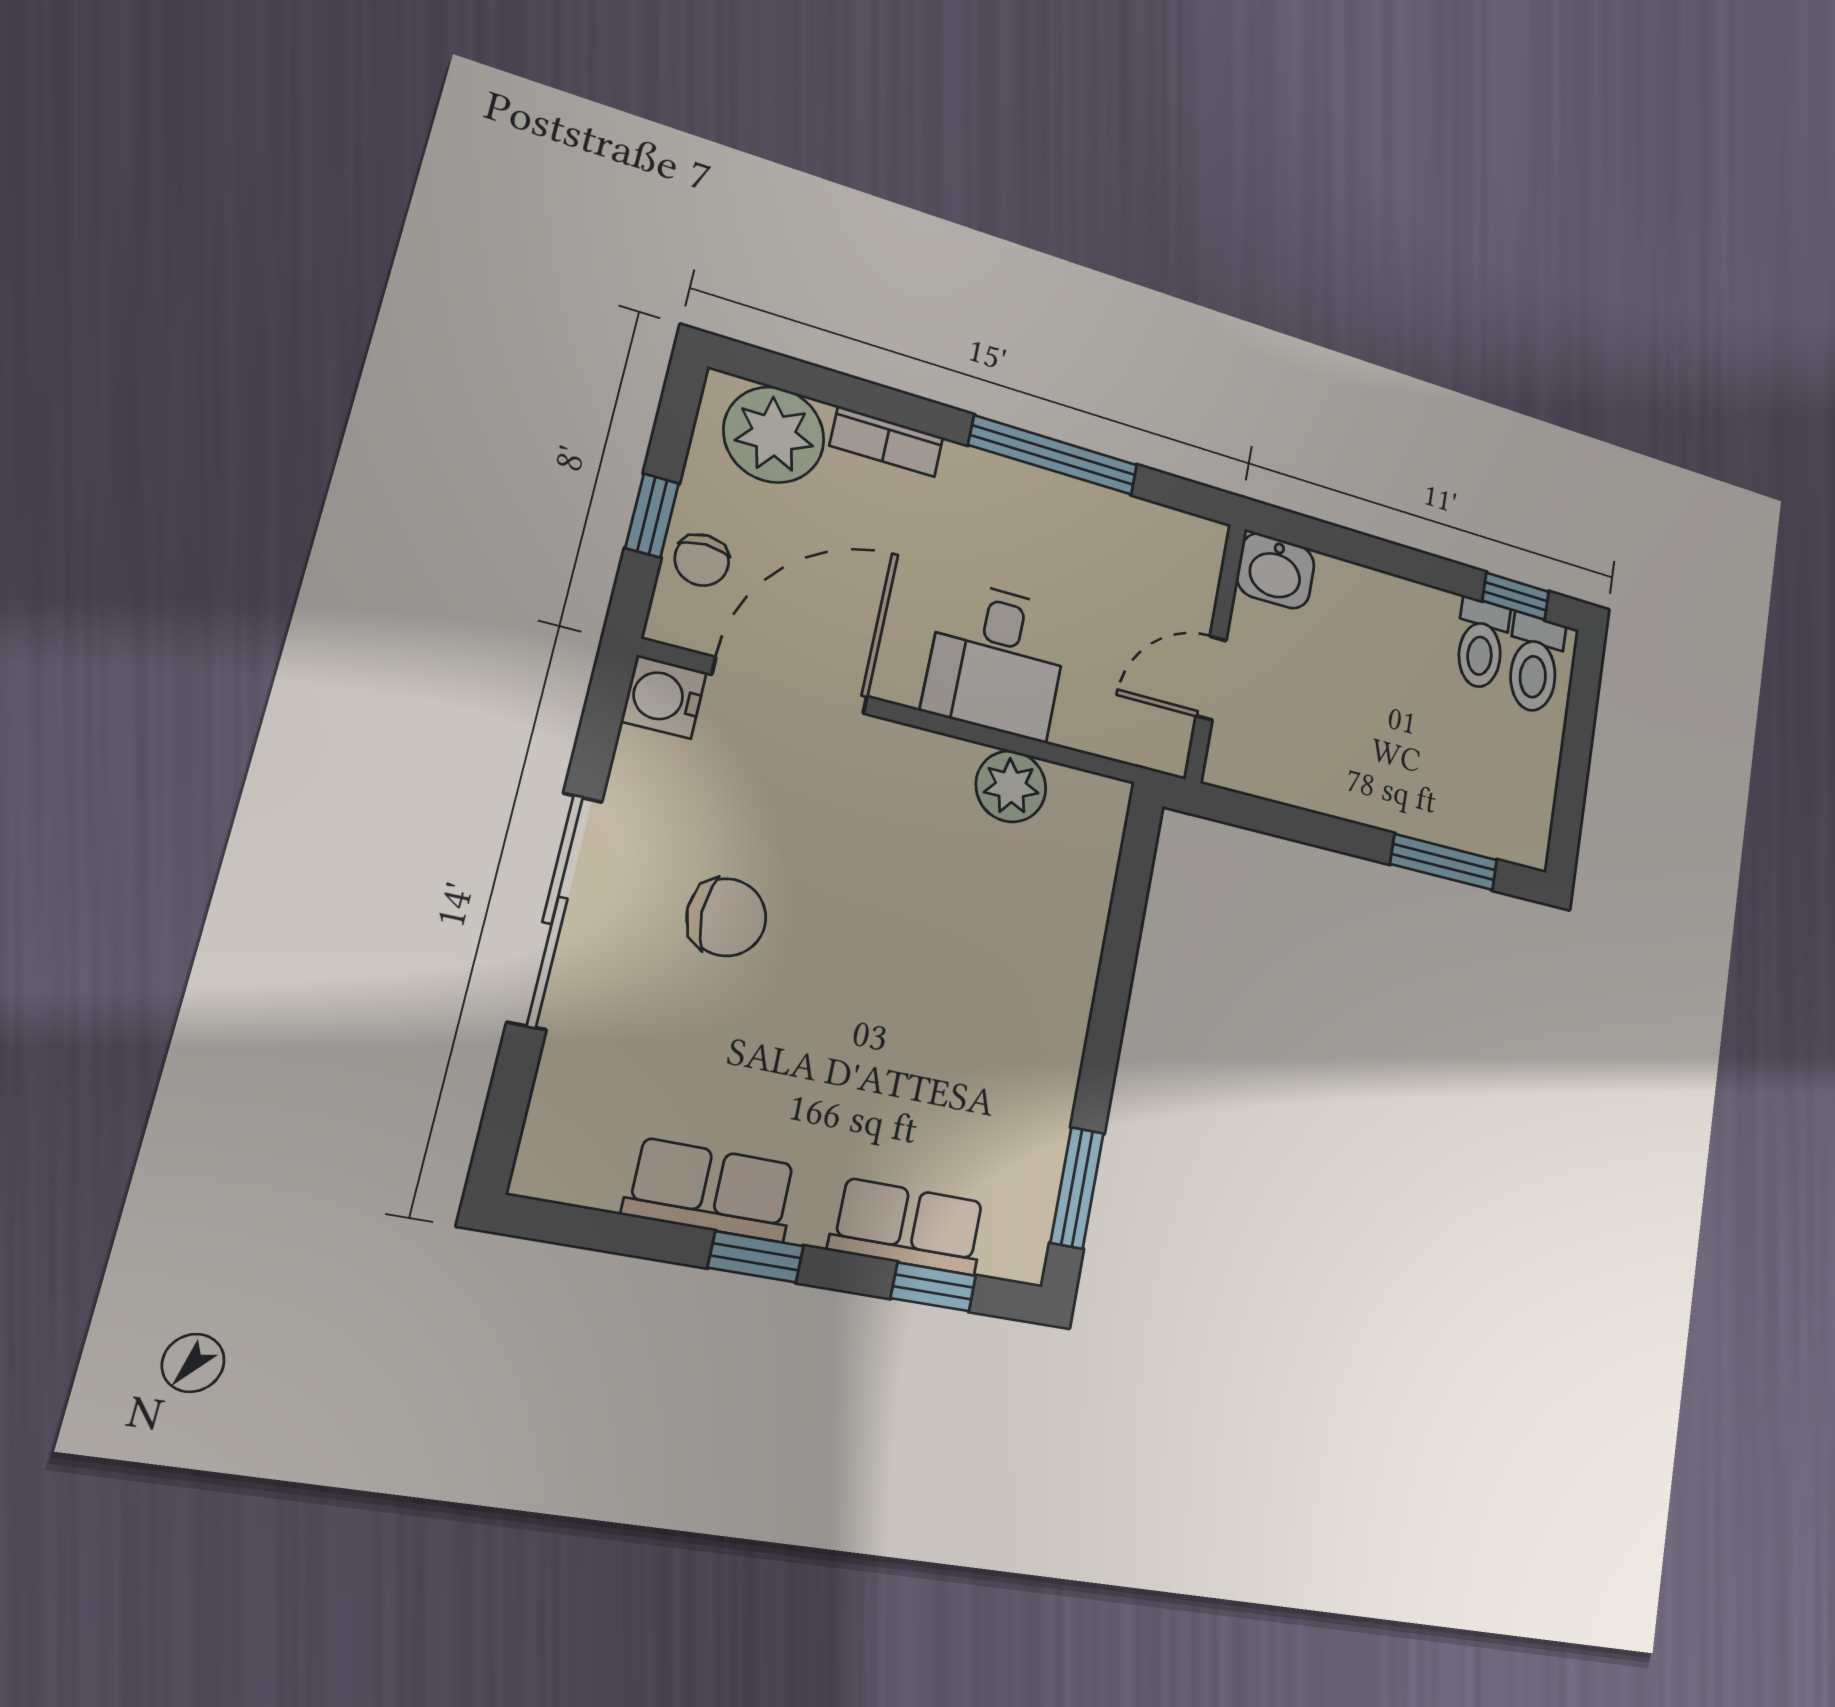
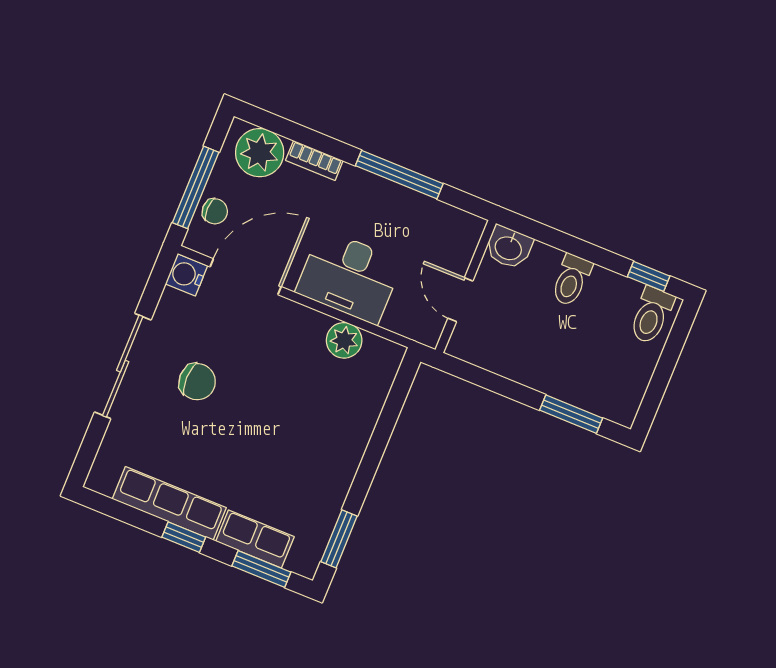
window: (652, 516) -> (196, 187), width x2.17
chair: (702, 560) -> (215, 211), turned -90
toilet: (1481, 644) -> (571, 280), moved
desk: (997, 660) -> (349, 277), width x1.37
door: (1211, 678) -> (460, 300), hinge flipped
row of seats: (711, 1190) -> (169, 503), width x1.48
window: (933, 1287) -> (261, 569), width x1.50

